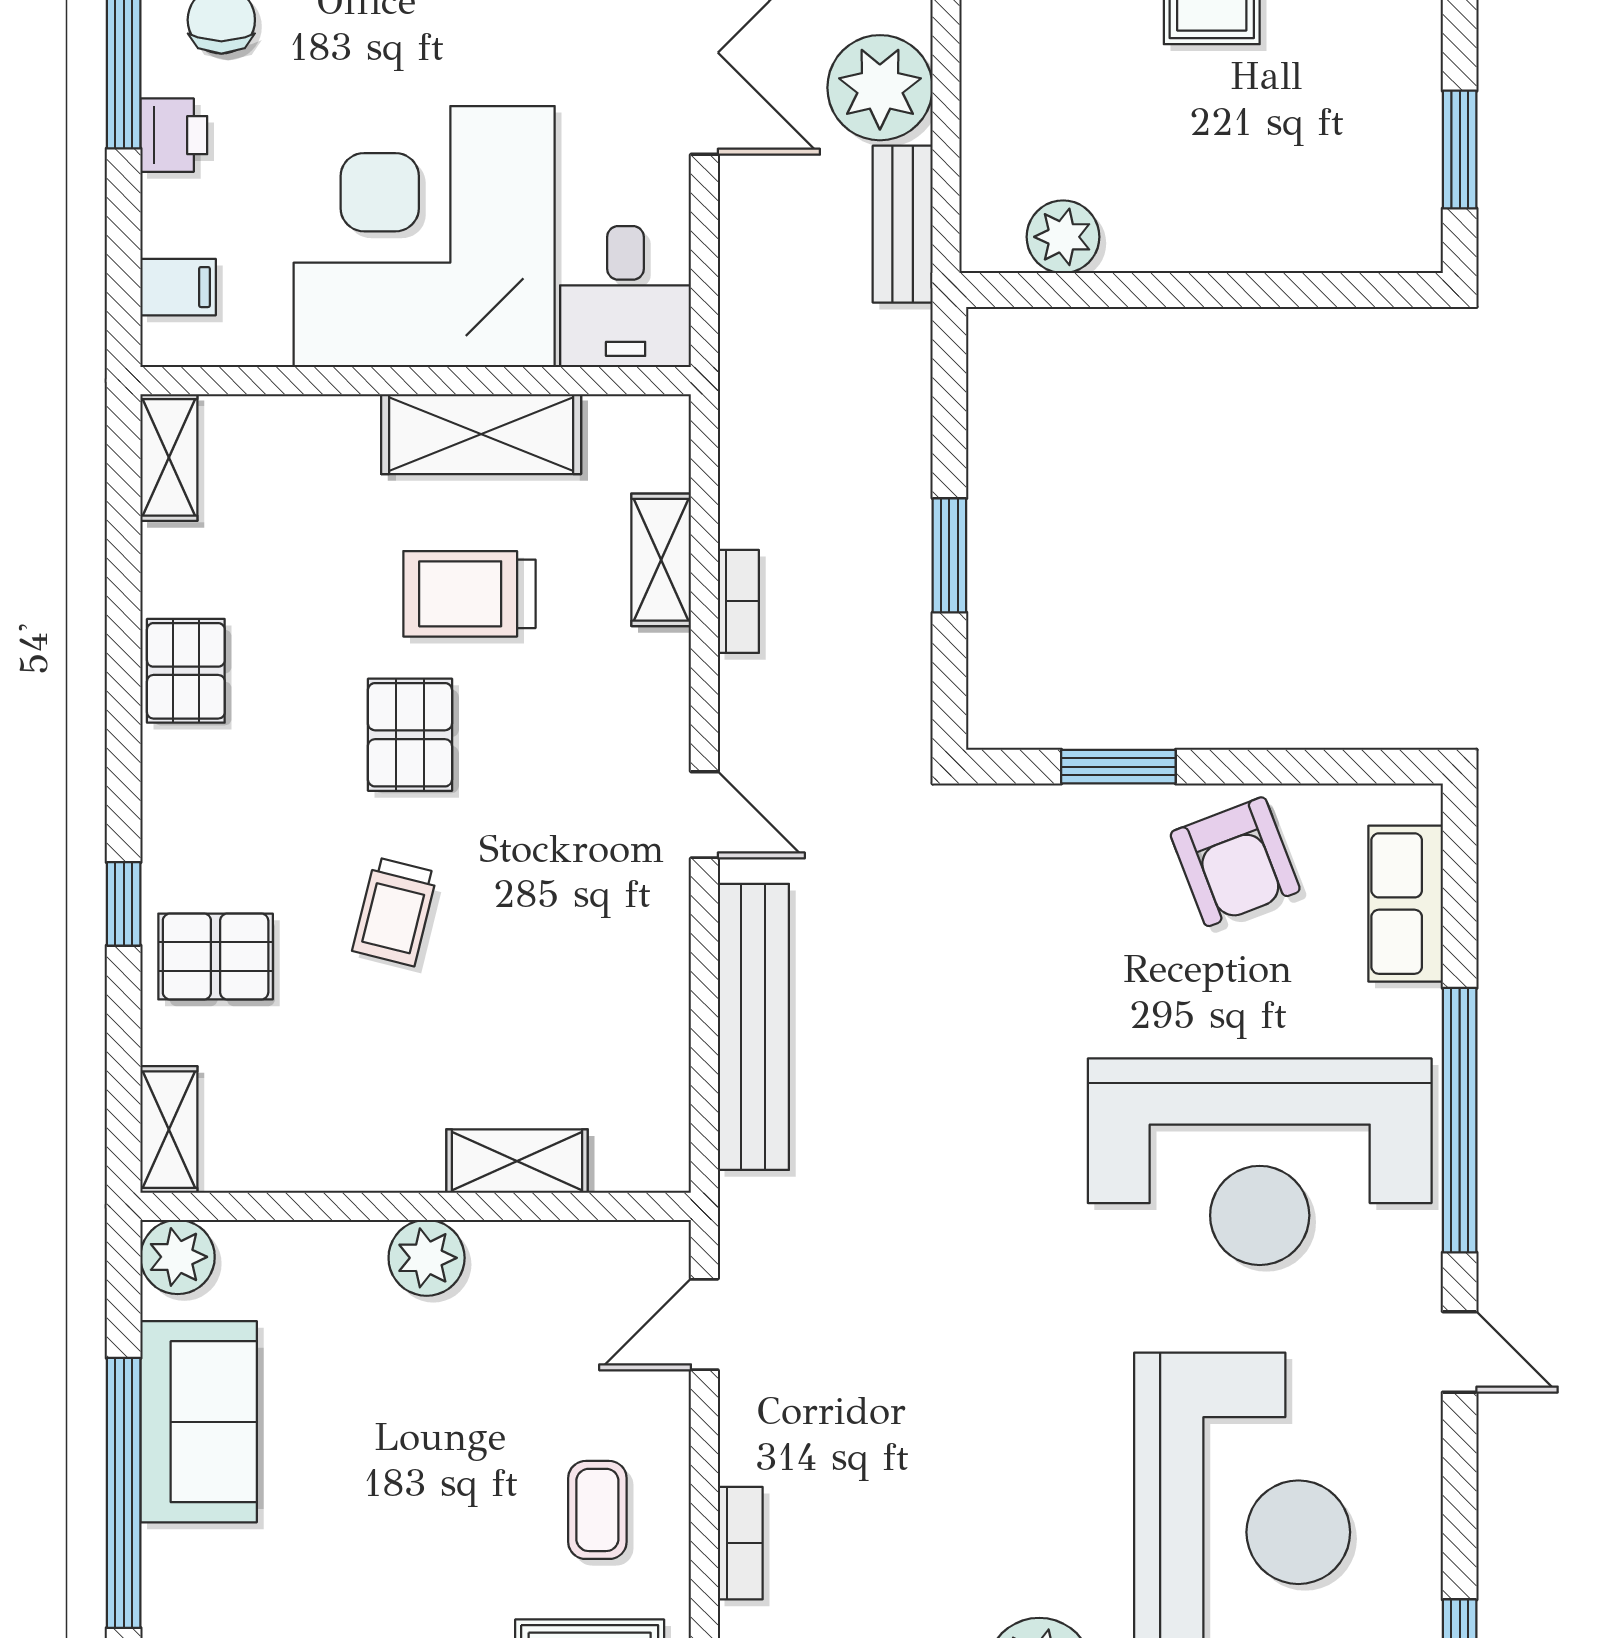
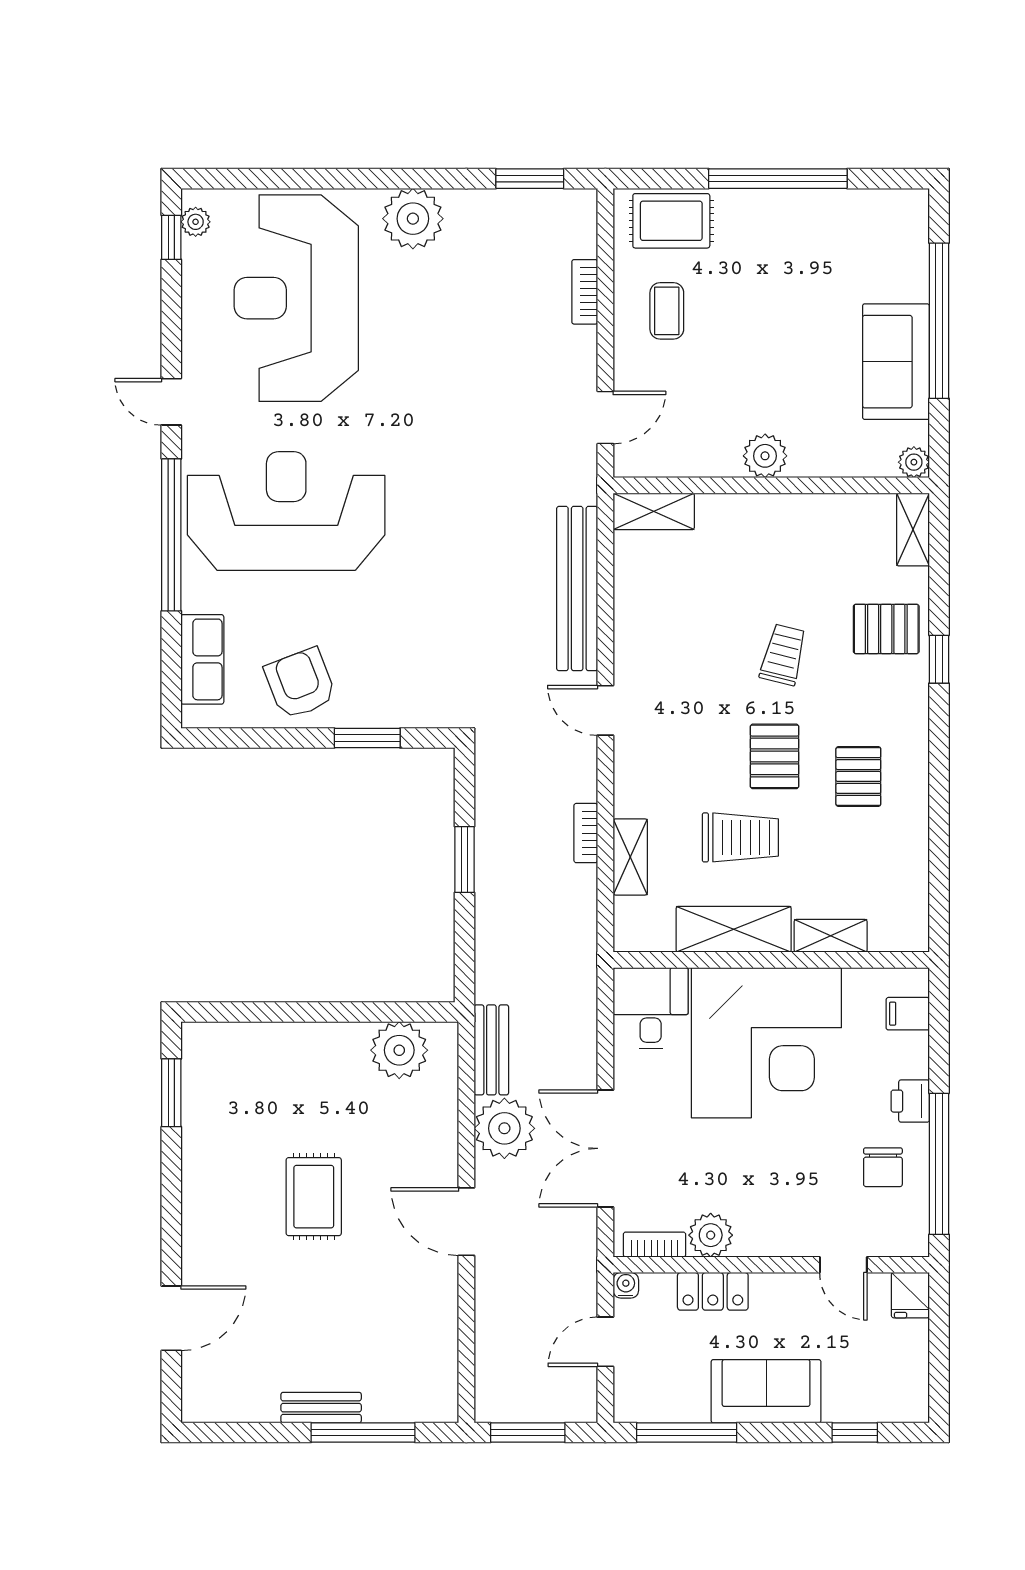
plant: (1063, 237) -> (399, 1050), width x1.36, depth x1.36
shelving: (169, 457) -> (831, 936), moved, turned 90
pallet: (186, 671) -> (858, 776), moved
shelving: (517, 1161) -> (654, 511), moved
plant: (178, 1257) -> (914, 462), width x0.73, depth x0.73

